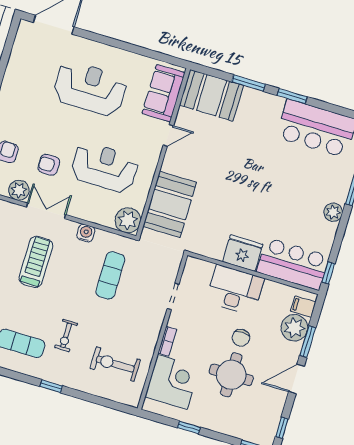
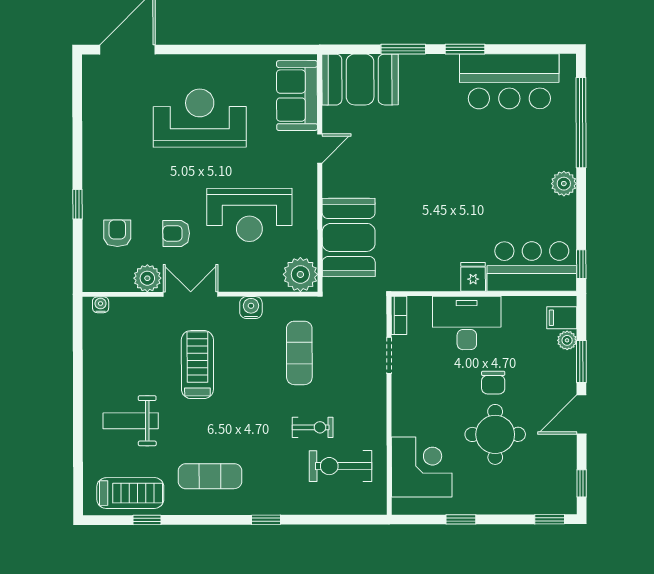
reception desk: (104, 167) -> (249, 215), turned 180
fridge: (243, 253) -> (473, 277), width x0.53, depth x0.75
plant: (294, 328) -> (567, 340), width x0.53, depth x0.53
exercise bike: (66, 335) -> (313, 427), moved, turned -90
bookcase: (167, 341) -> (399, 315), moved

